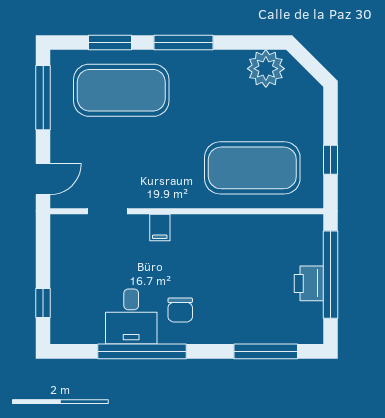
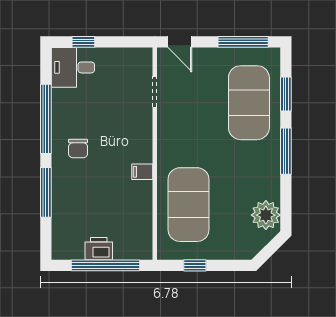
filing cabinet: (160, 227) -> (142, 172), moved
chair: (180, 310) -> (78, 149), turned -90
desk: (131, 317) -> (73, 67), moved
window: (266, 351) -> (46, 192), moved

